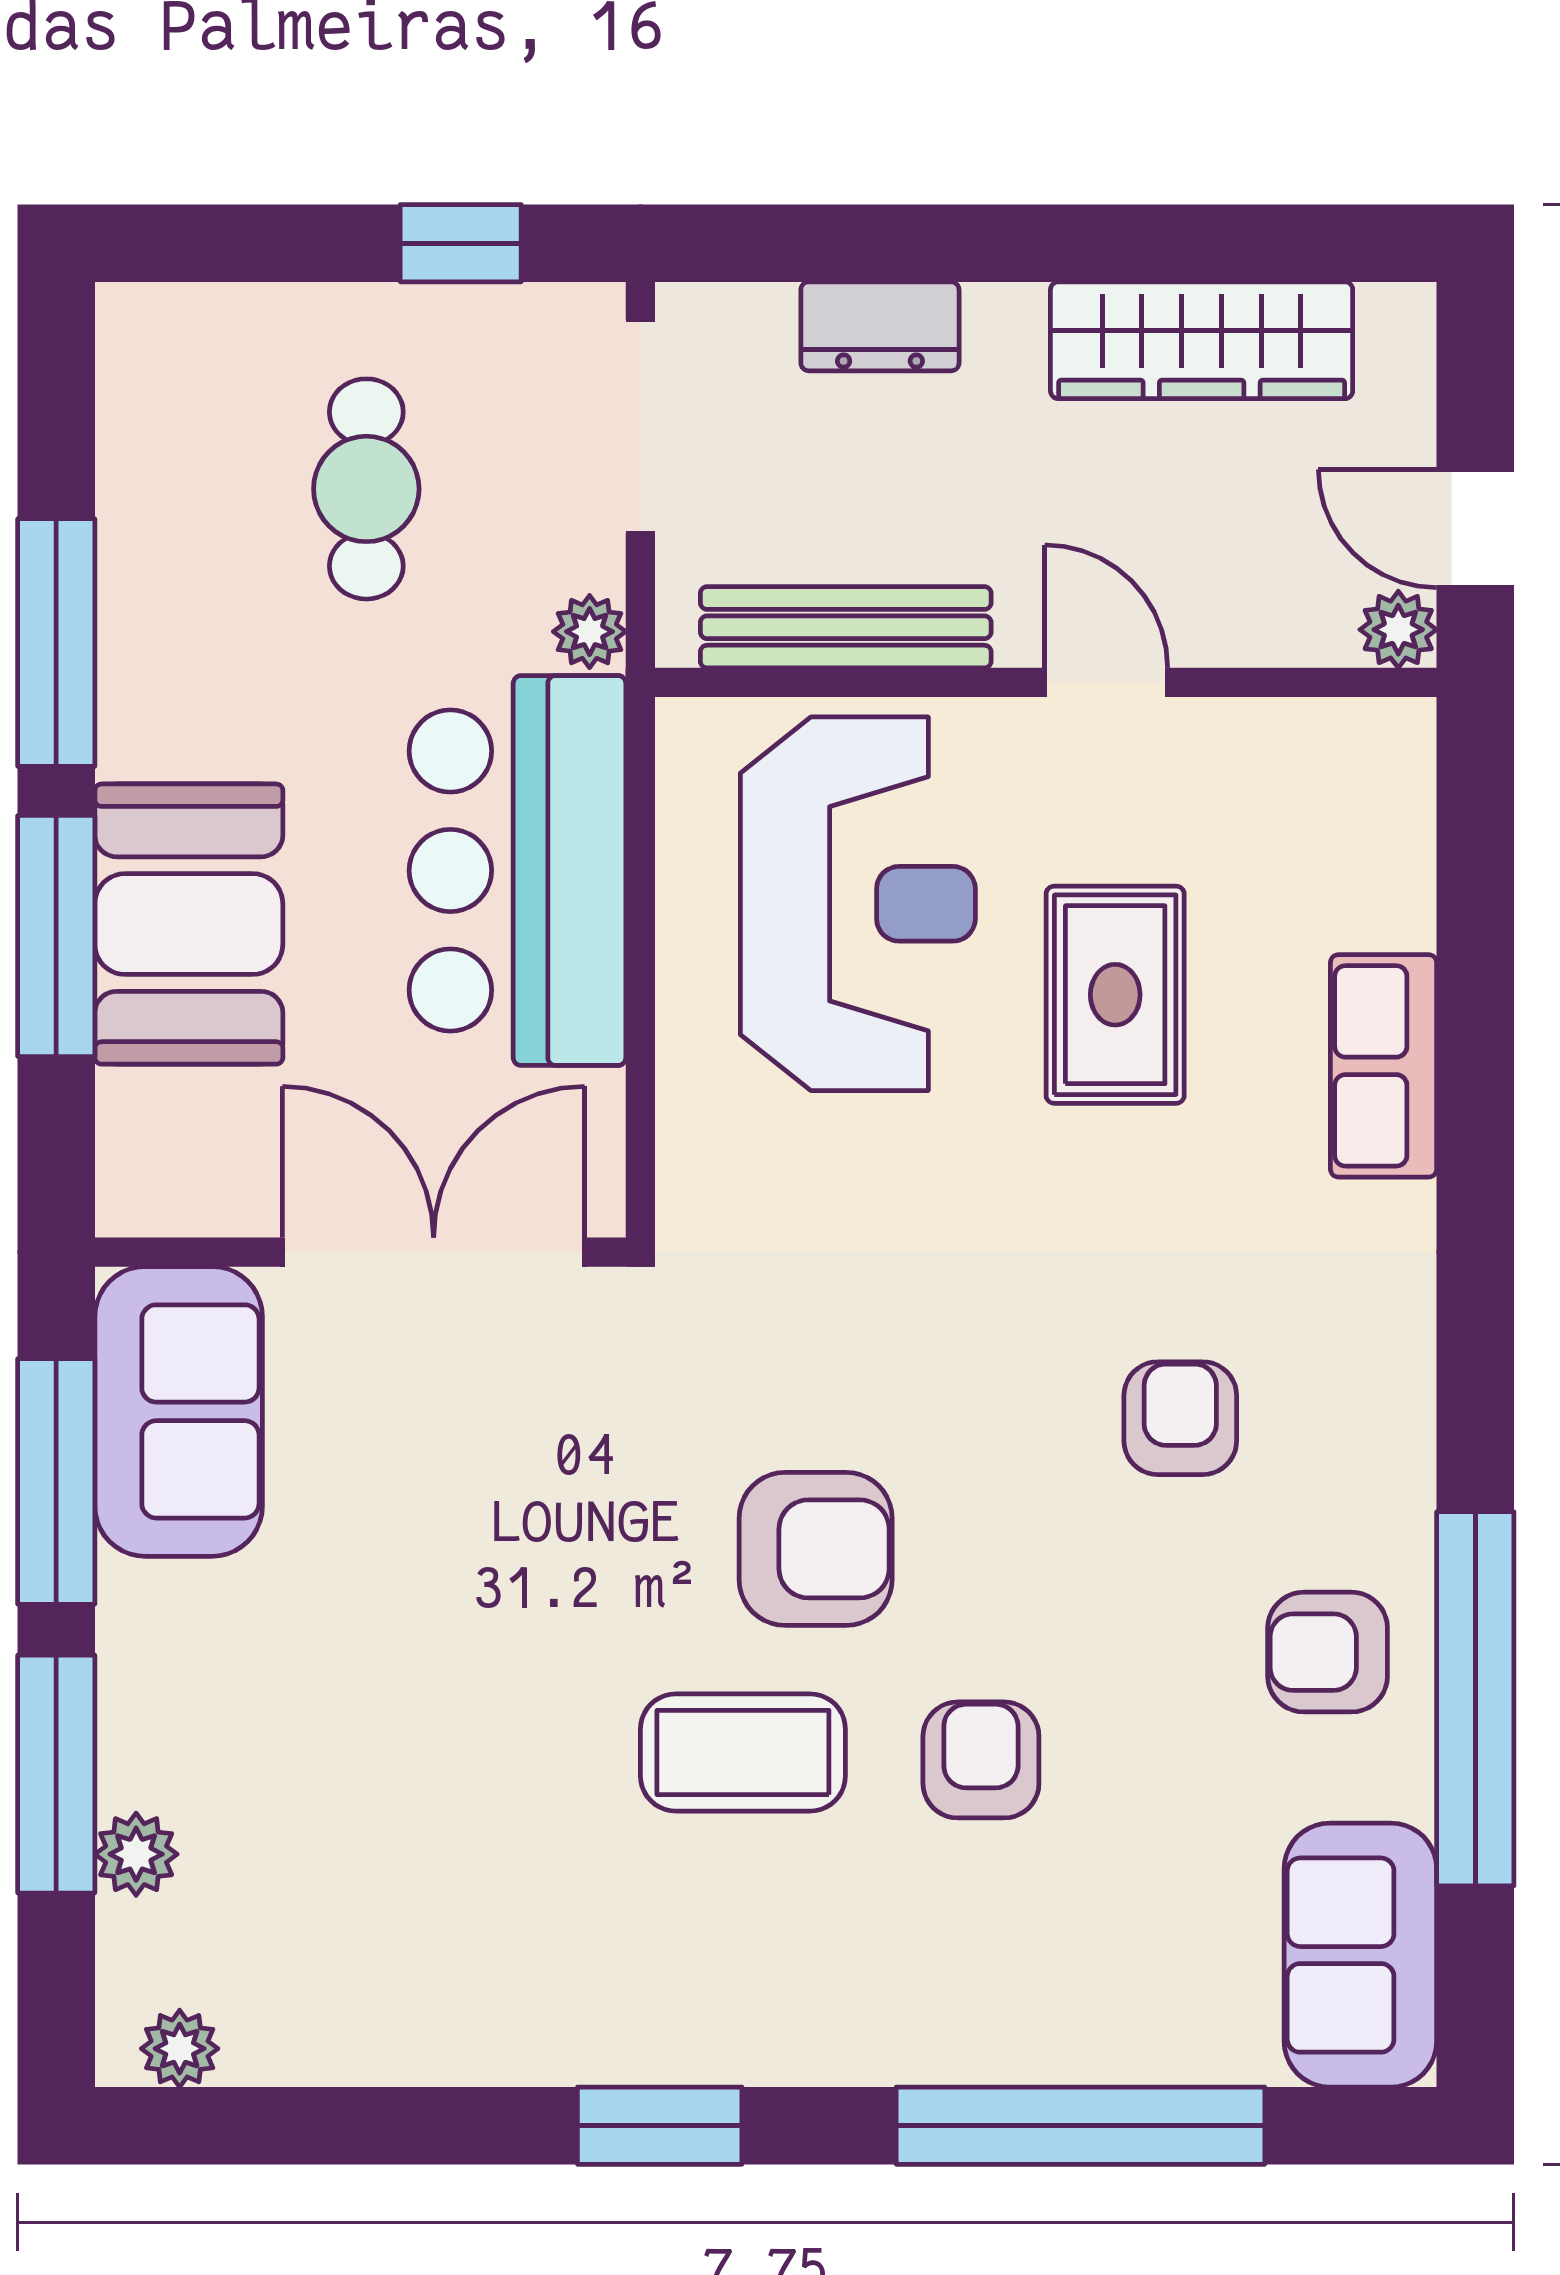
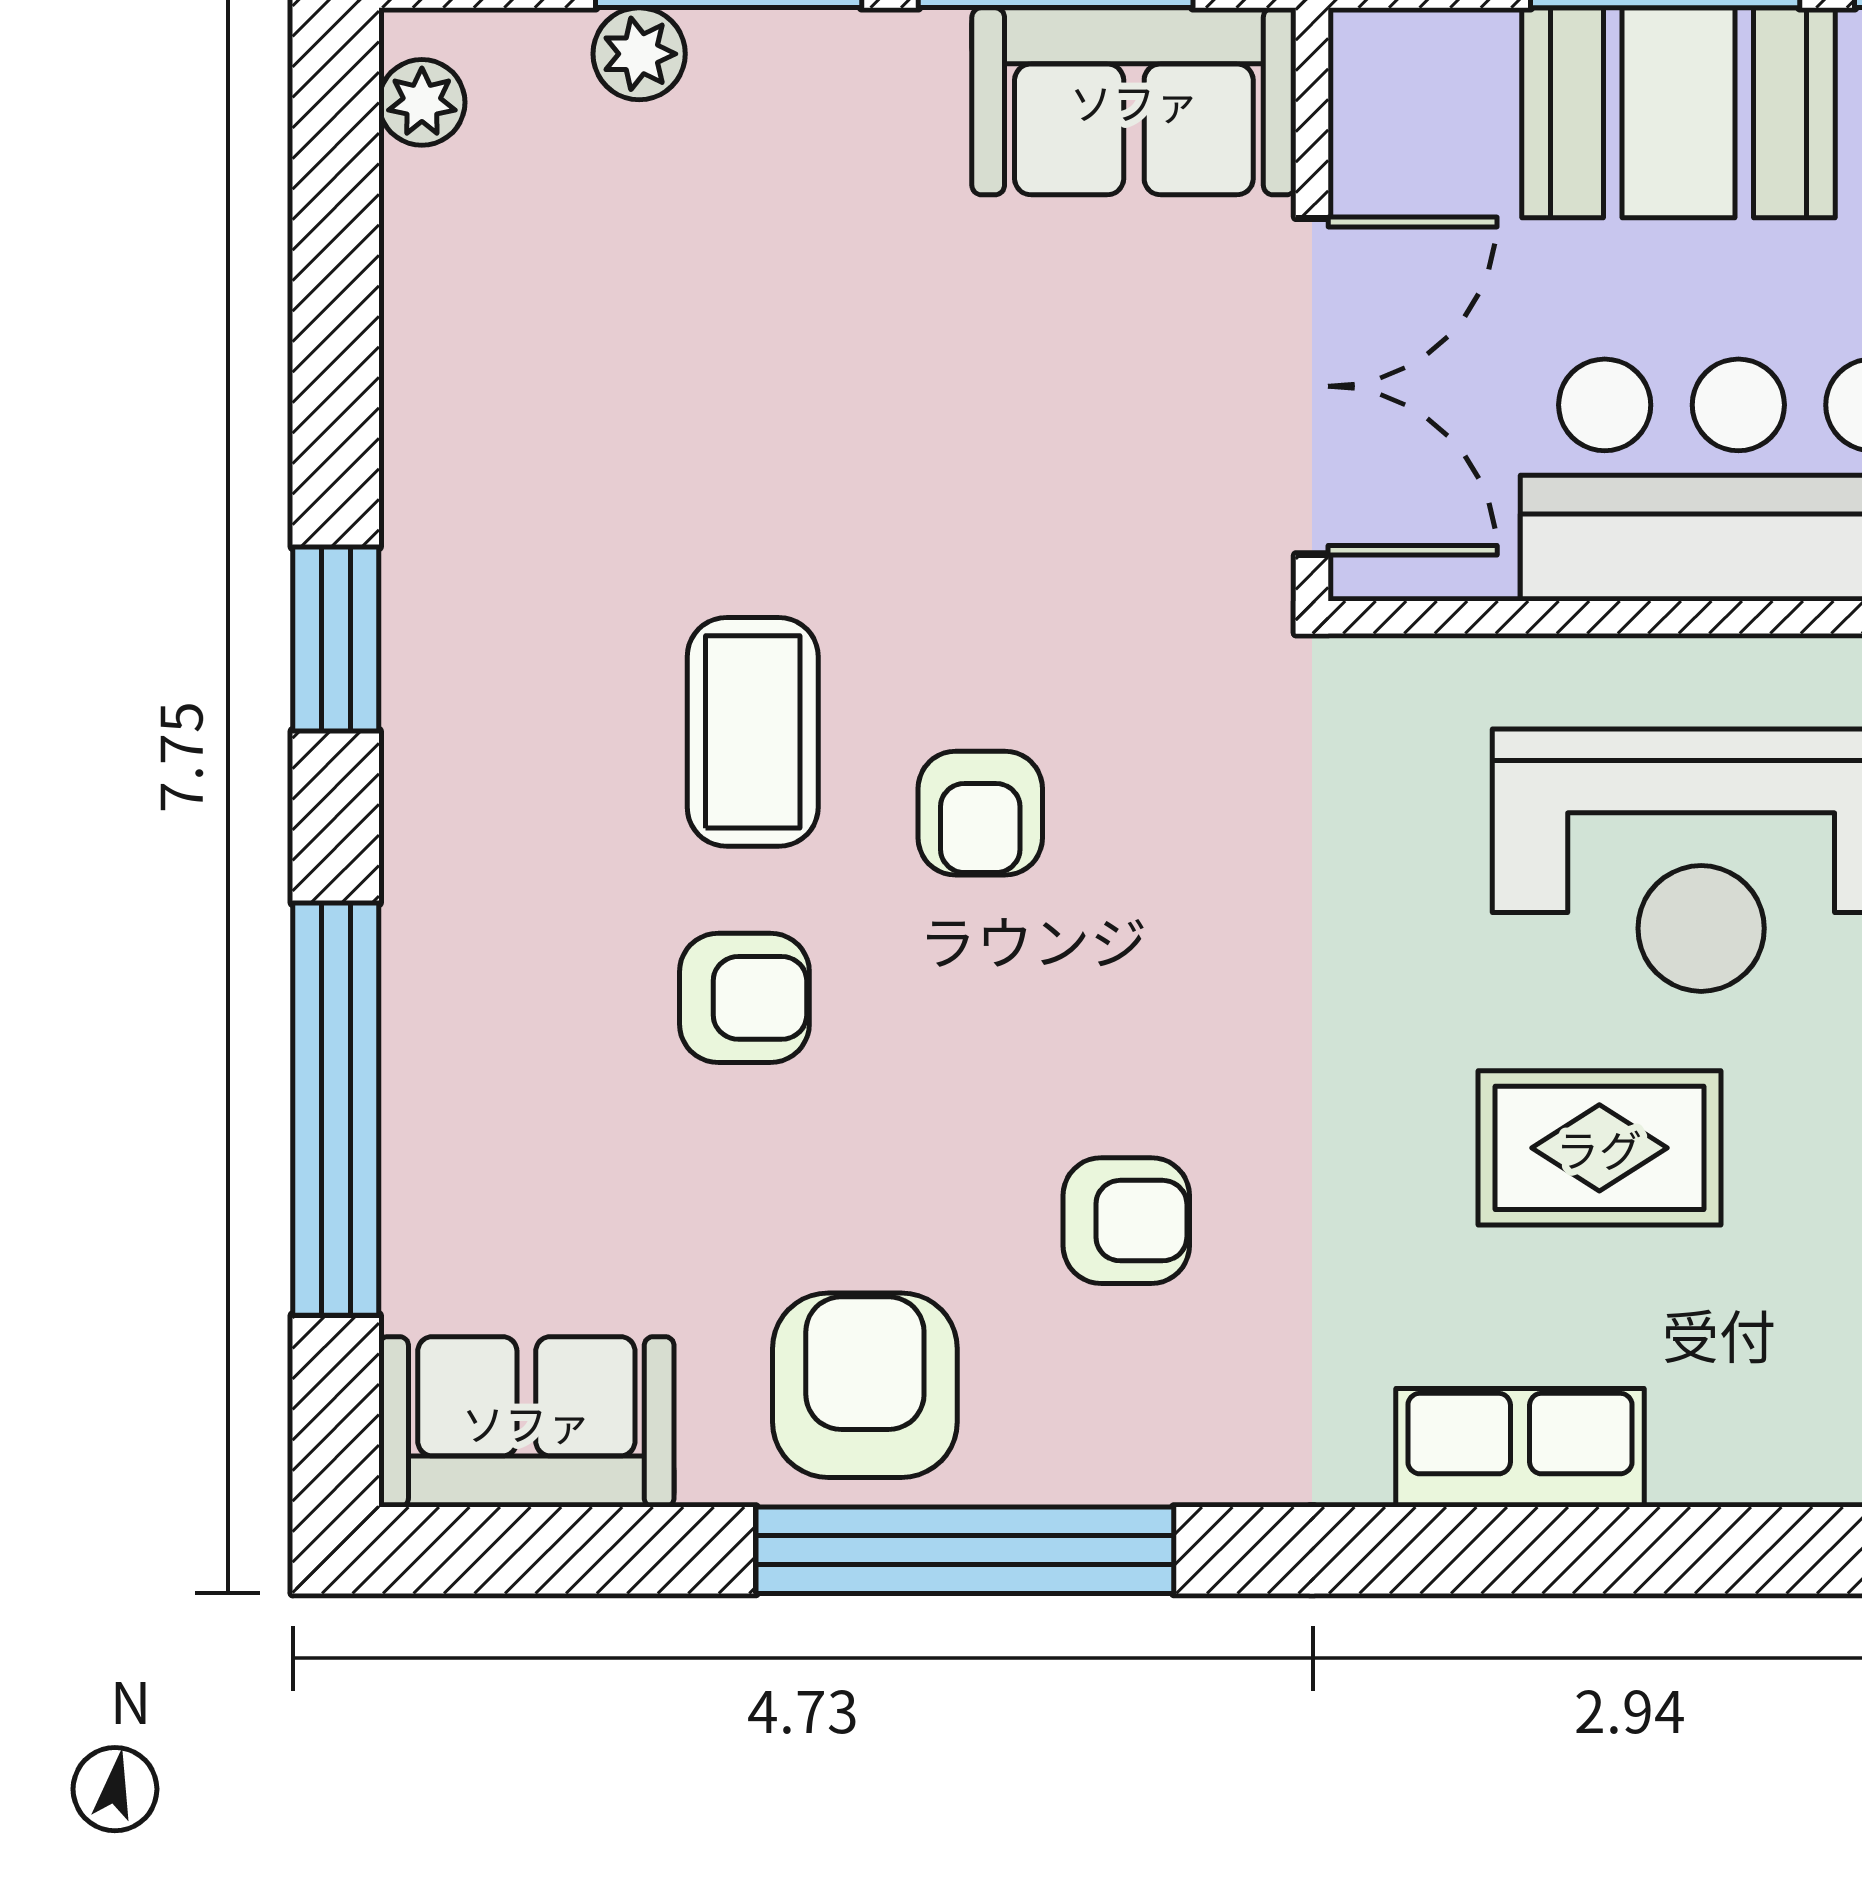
armchair: (816, 1549) -> (980, 813), width x0.72, depth x0.72
armchair: (1328, 1652) -> (865, 1385), width x1.38, depth x1.38
window: (1475, 1699) -> (965, 1550), moved

